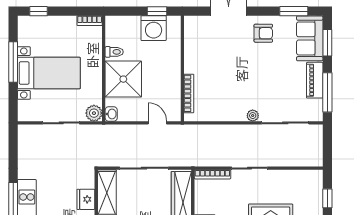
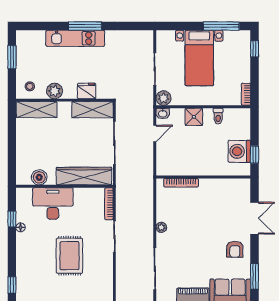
window: (13, 62) -> (221, 26), moved
shower: (123, 79) -> (194, 117), width x0.54, depth x0.54
plant: (253, 116) -> (161, 227), moved
door: (157, 123) -> (155, 133), moved

